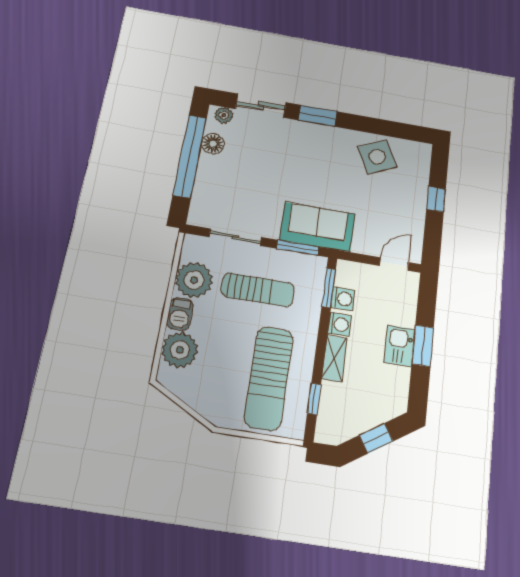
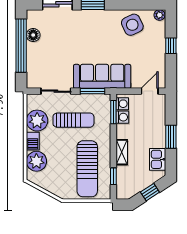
plant: (224, 115) -> (159, 15), moved
sofa: (317, 227) -> (102, 76), width x1.36
washing machine: (339, 324) -> (122, 104), moved
kitchen sink: (399, 346) -> (158, 159), moved

